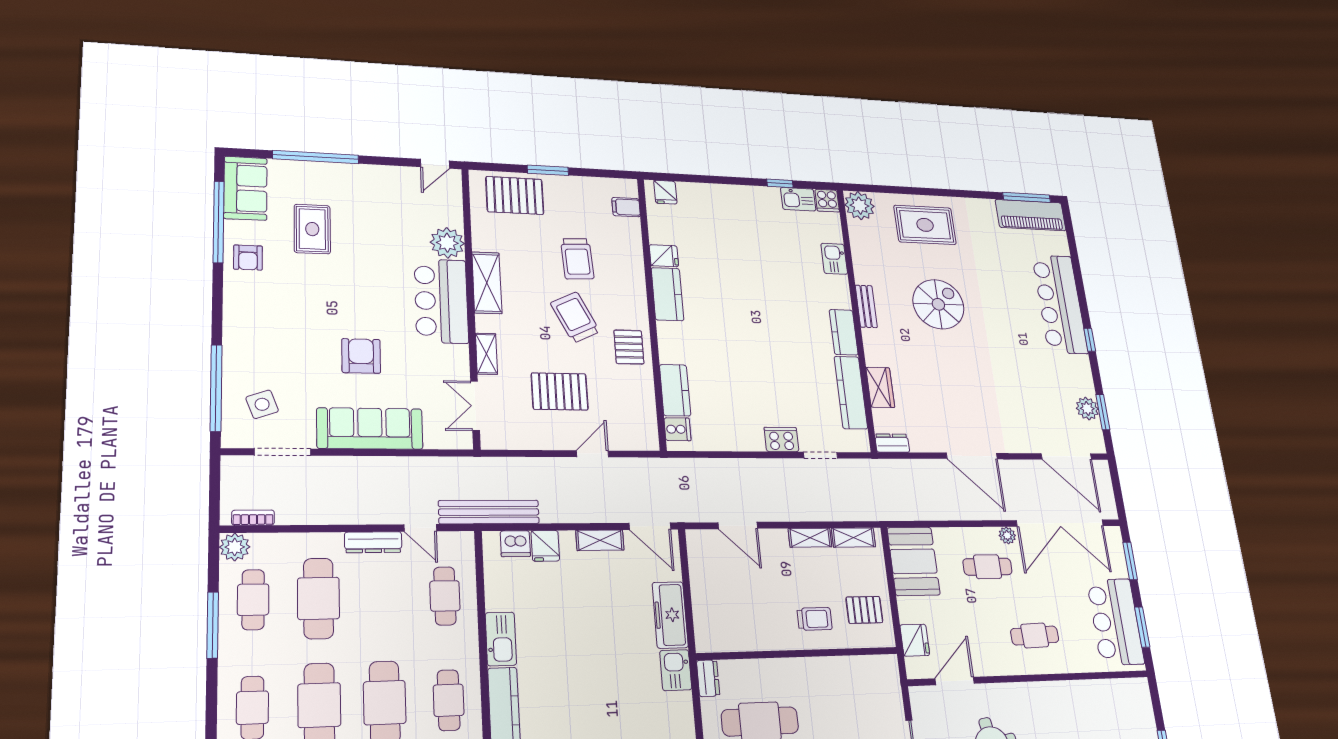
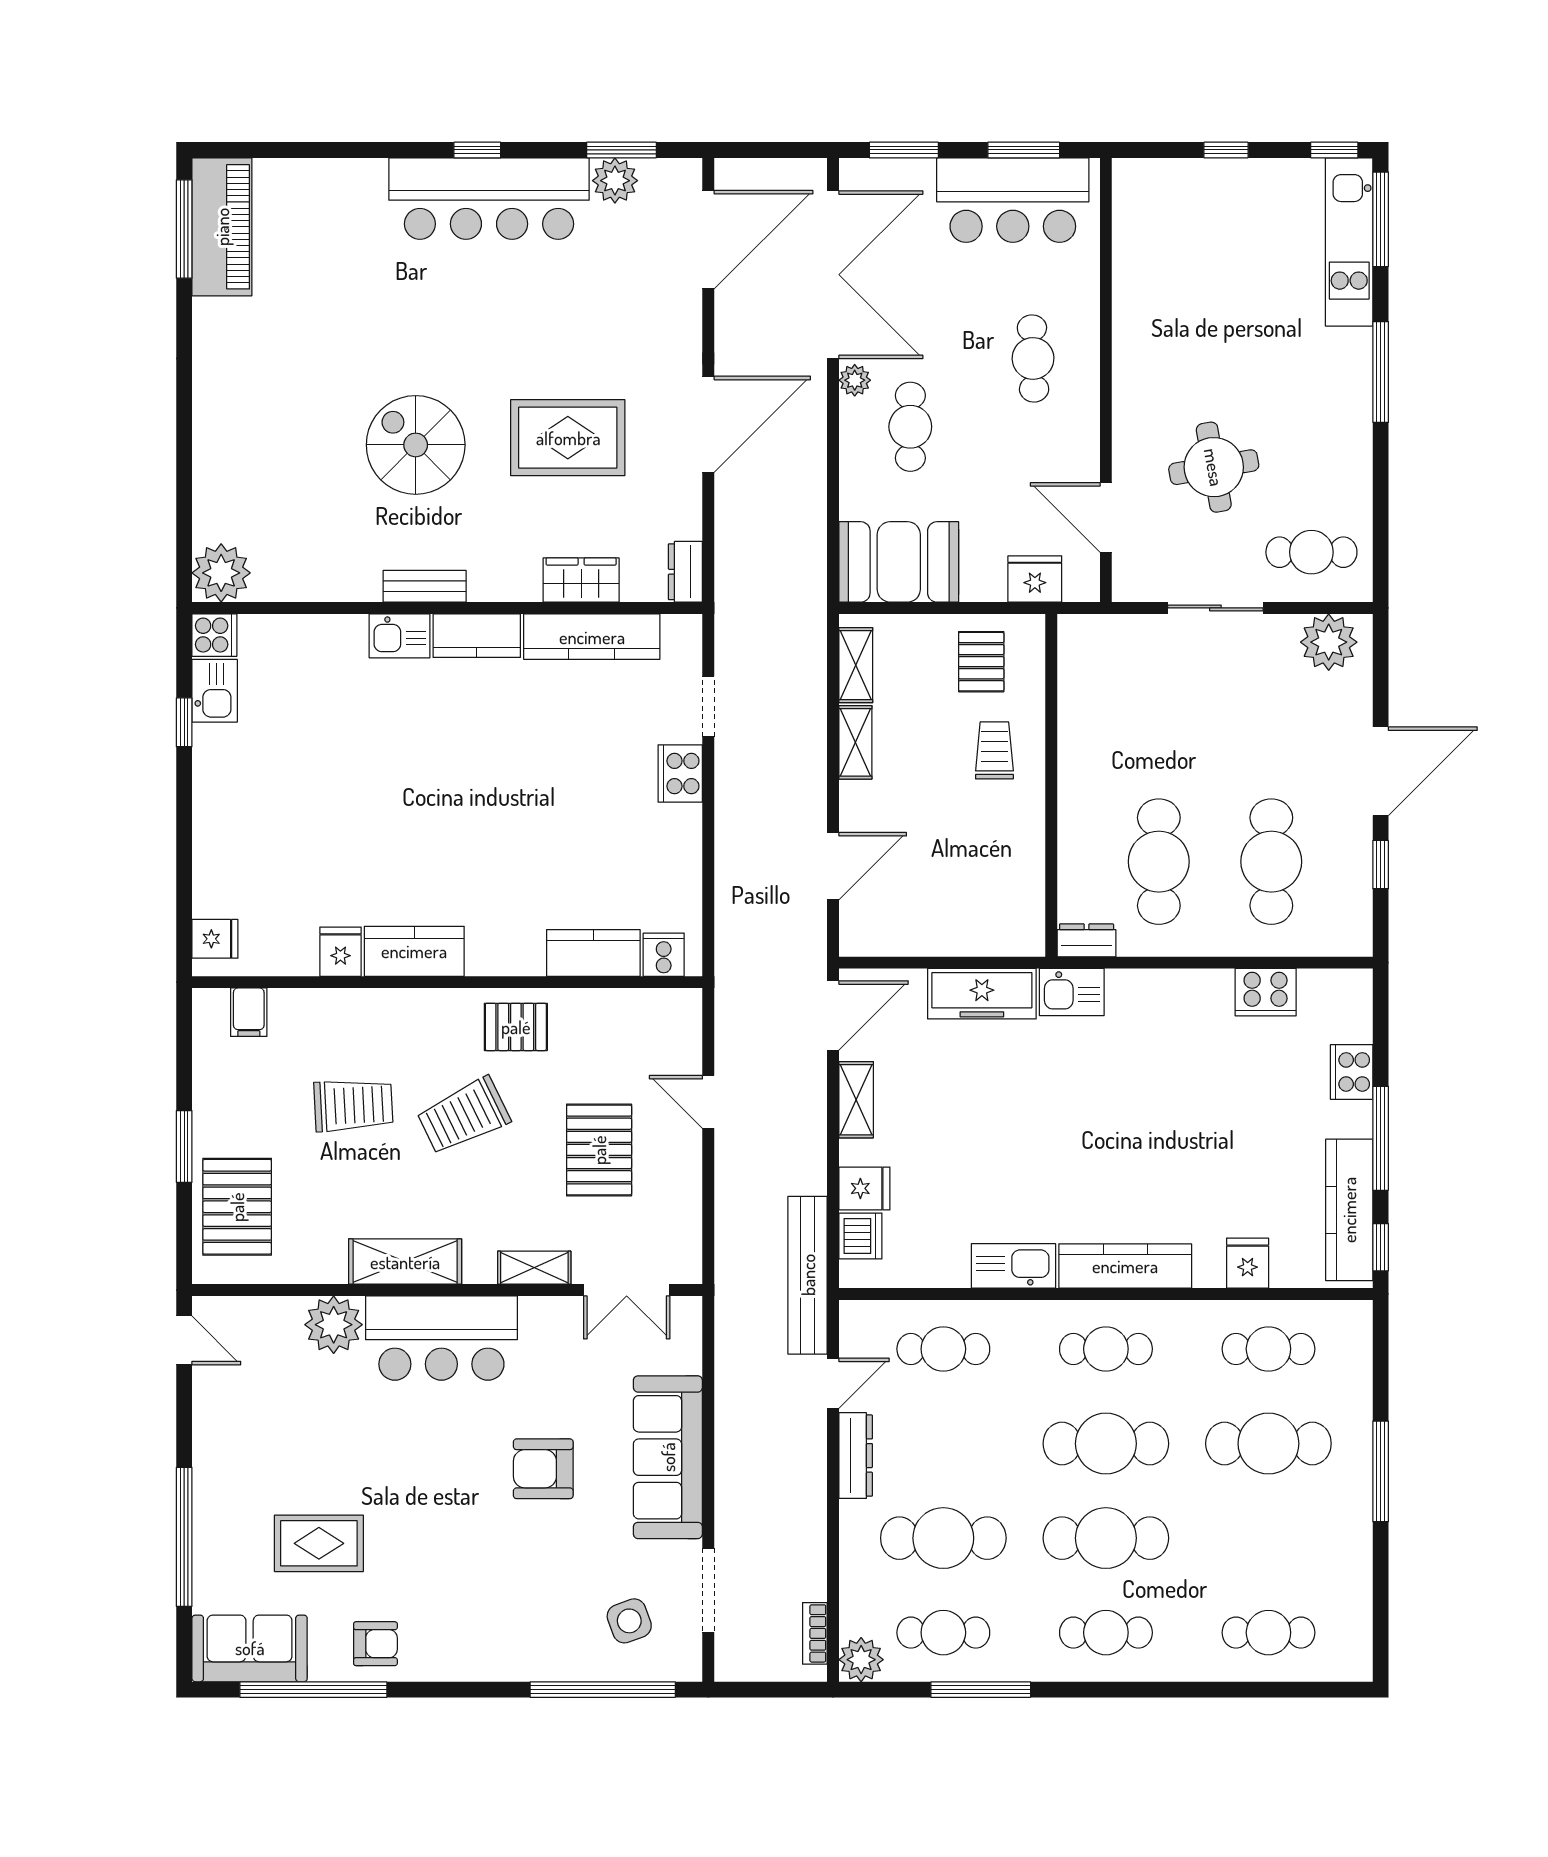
rug: (925, 225) -> (568, 438), moved, turned 90
kitchen sink: (834, 259) -> (400, 636), moved
bar counter: (1060, 304) -> (489, 199), moved

